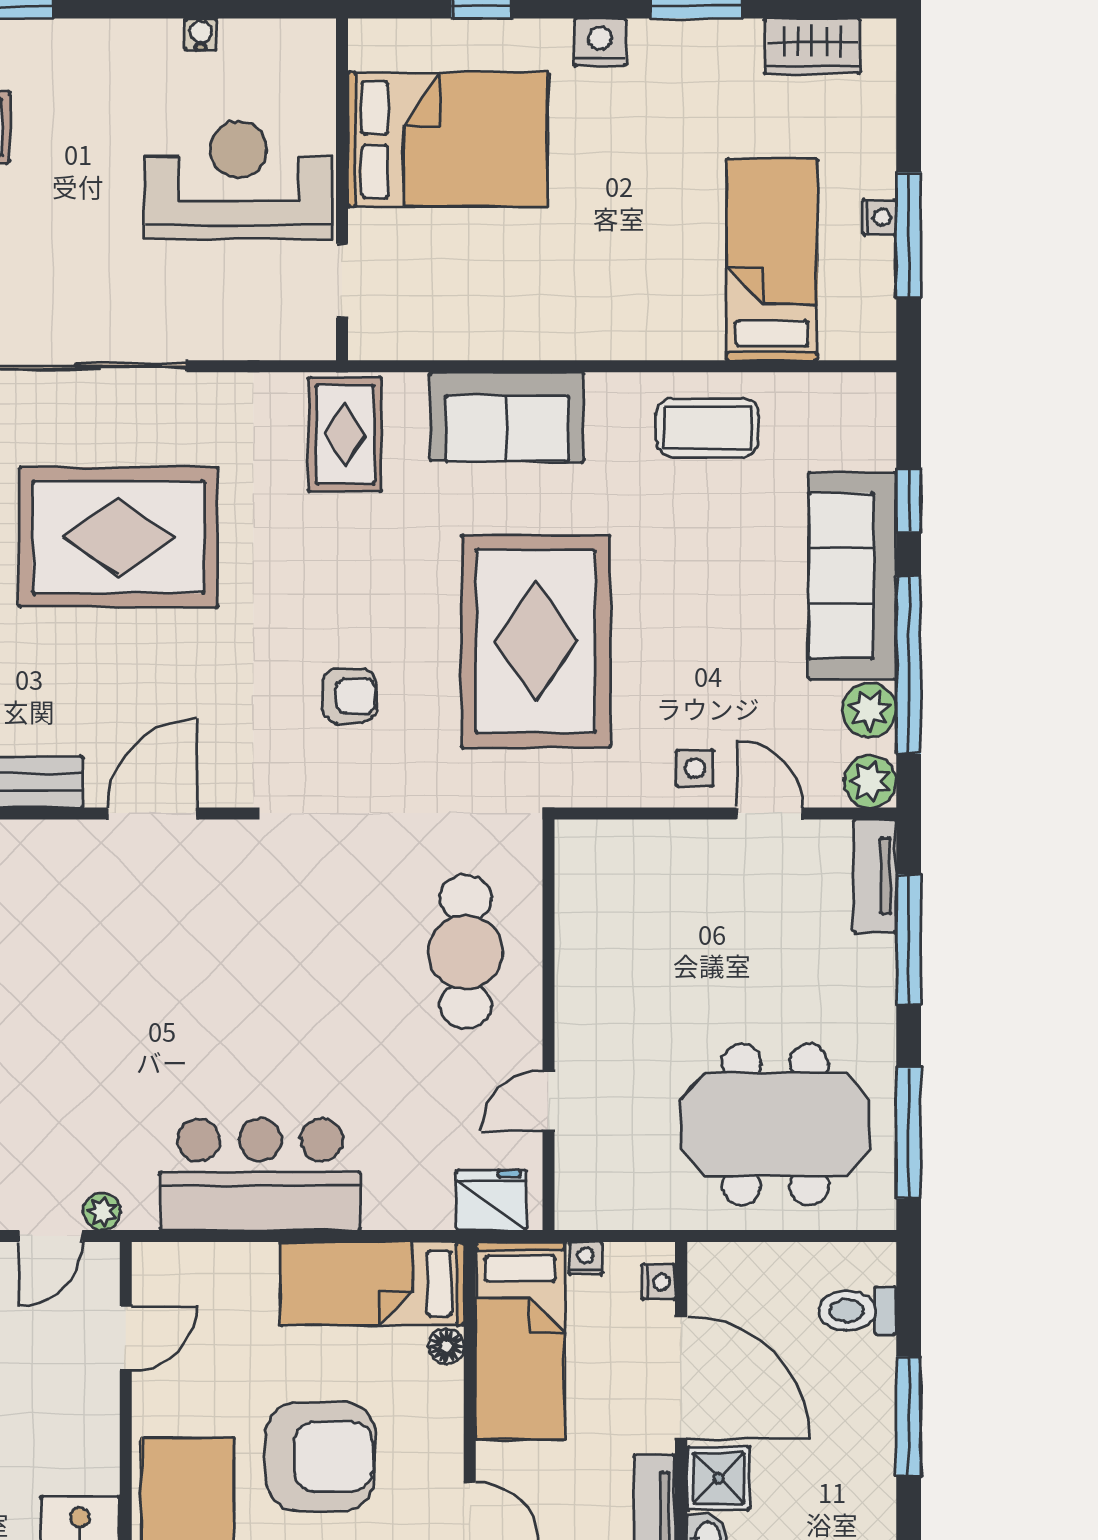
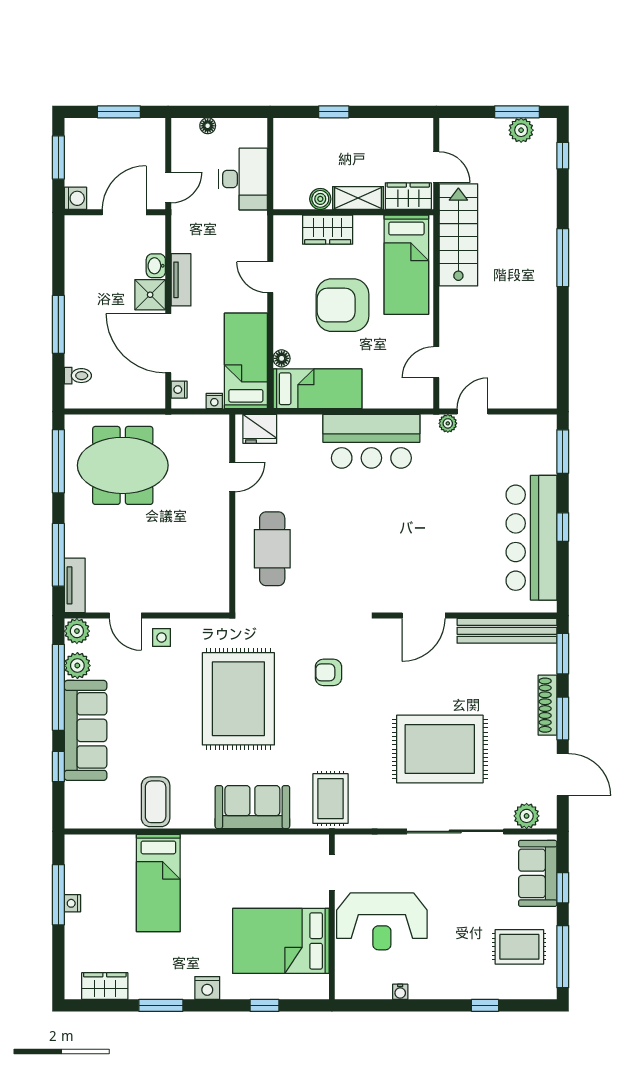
bed: (772, 260) -> (158, 883), moved
coffee table: (707, 428) -> (156, 802), turned 90
toilet: (857, 1311) -> (78, 376), width x0.73, depth x0.72

